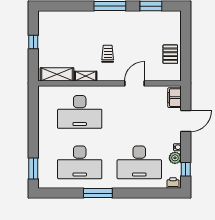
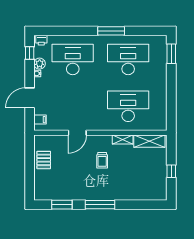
filing cabinet: (174, 98) -> (40, 120), width x0.50

